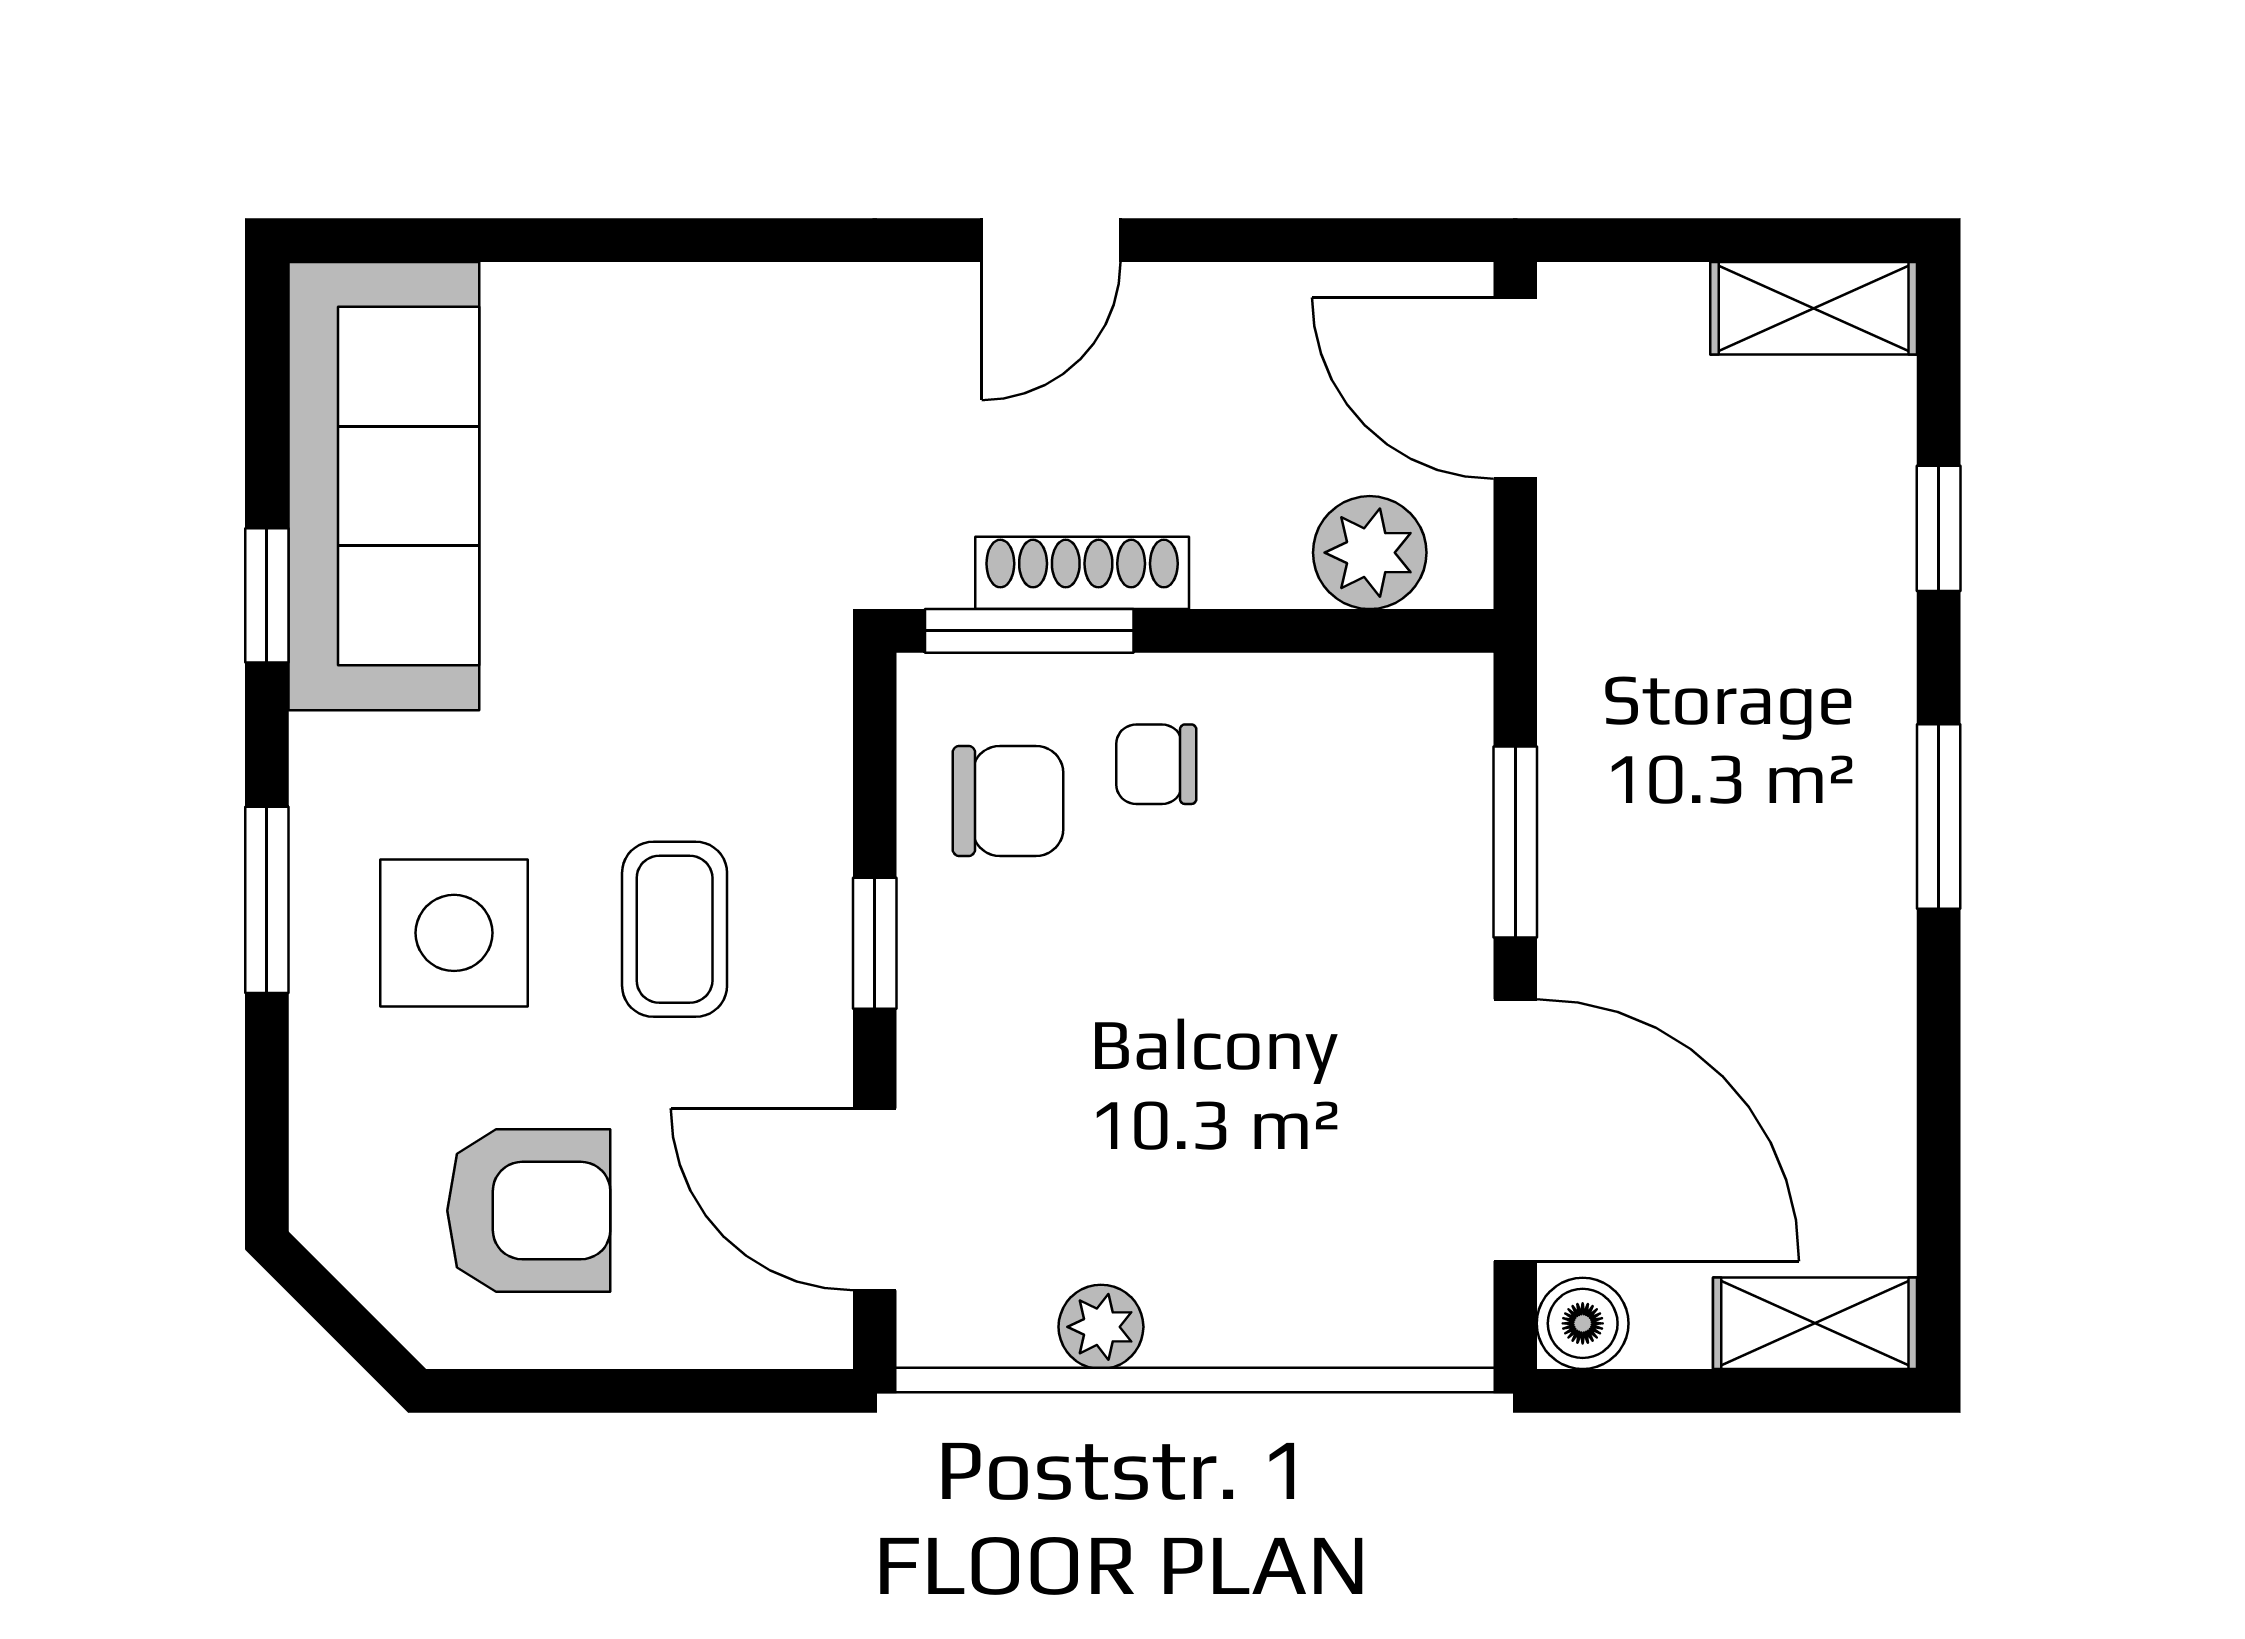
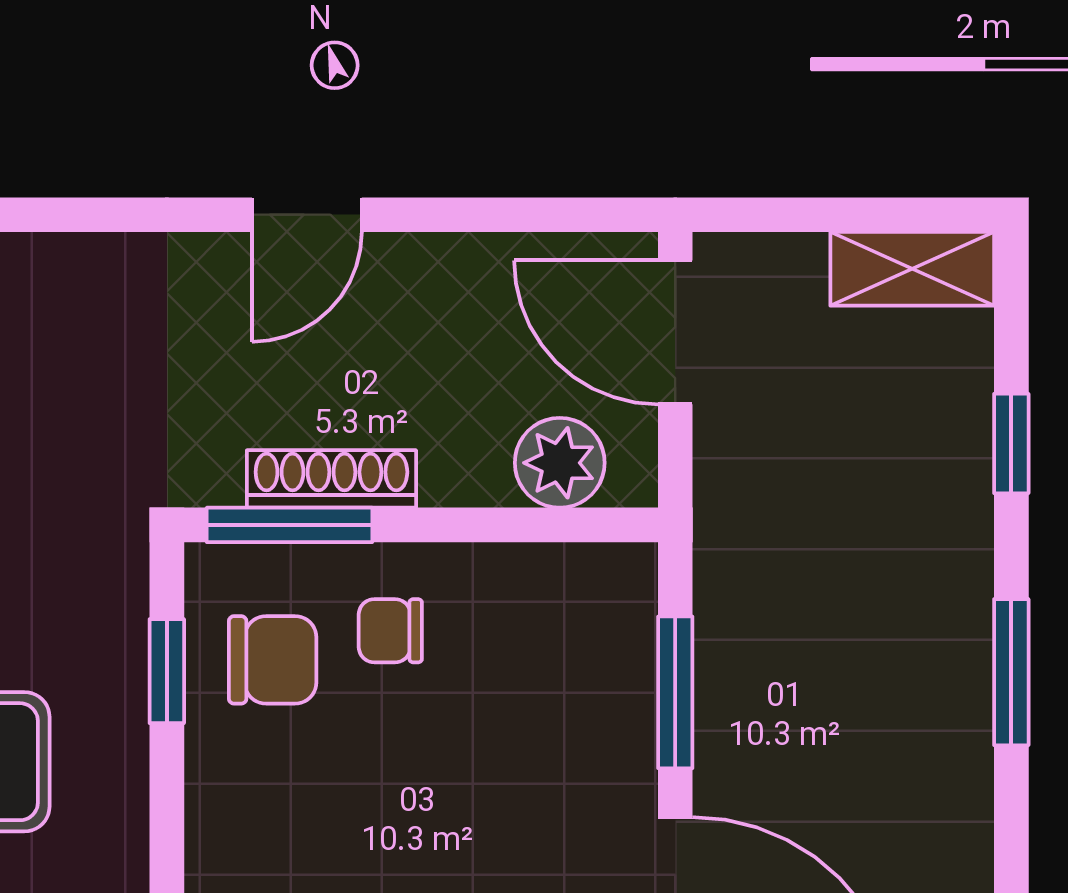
window: (875, 943) -> (167, 671), moved

